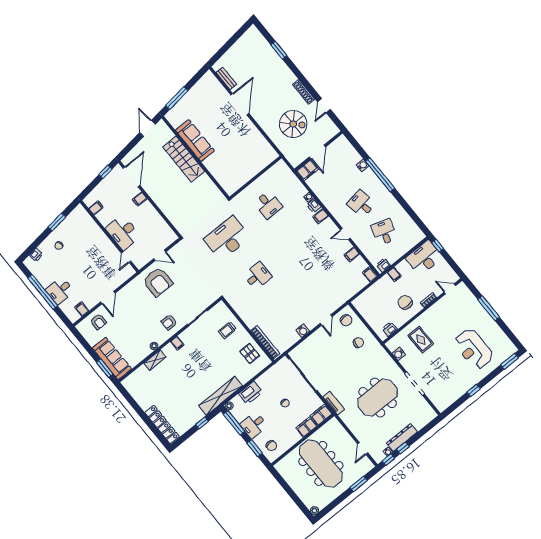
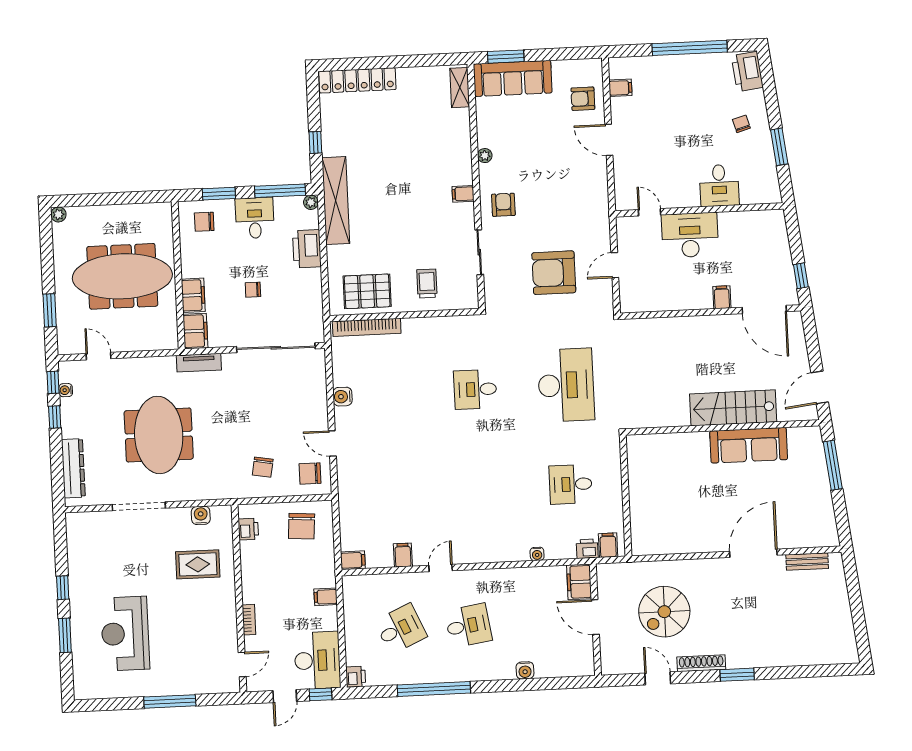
window: (279, 50) -> (737, 675), moved
door: (240, 104) -> (753, 553), swing flipped
door: (147, 128) -> (820, 387), swing flipped
window: (380, 175) -> (434, 689), moved
printer: (314, 206) -> (587, 549), moved
filing cabinet: (96, 208) -> (757, 221), removed
filing cabinet: (321, 216) -> (608, 545), moved
desk: (384, 232) -> (401, 629), turned -42
printer: (36, 255) -> (747, 72), width x1.87, depth x1.48
door: (450, 261) -> (285, 696), added
printer: (383, 265) -> (356, 677), moved
desk: (258, 276) -> (475, 389), turned 90
armchair: (158, 282) -> (554, 273), moved
desk: (60, 291) -> (719, 185), moved, turned 180
chair: (405, 302) -> (302, 526), moved, turned 94
reception desk: (474, 349) -> (125, 634), turned -90
pallet: (250, 353) -> (367, 291), width x1.50, depth x1.42
shelving: (155, 360) -> (460, 88), moved
window: (509, 361) -> (65, 635), moved
dresser: (402, 437) -> (73, 468), moved

